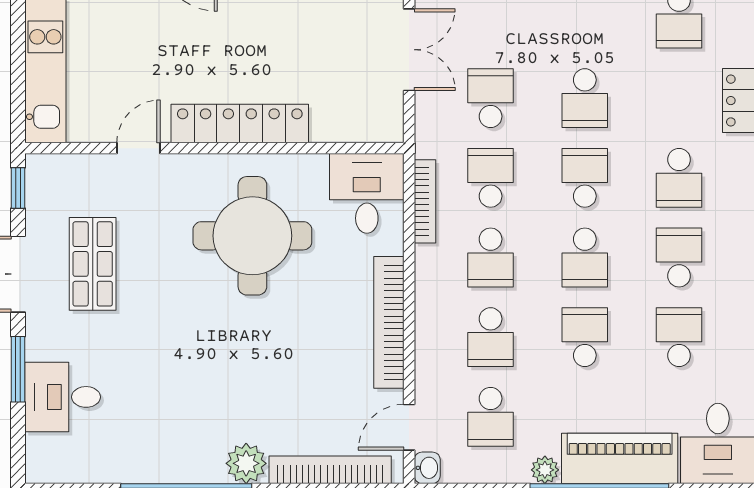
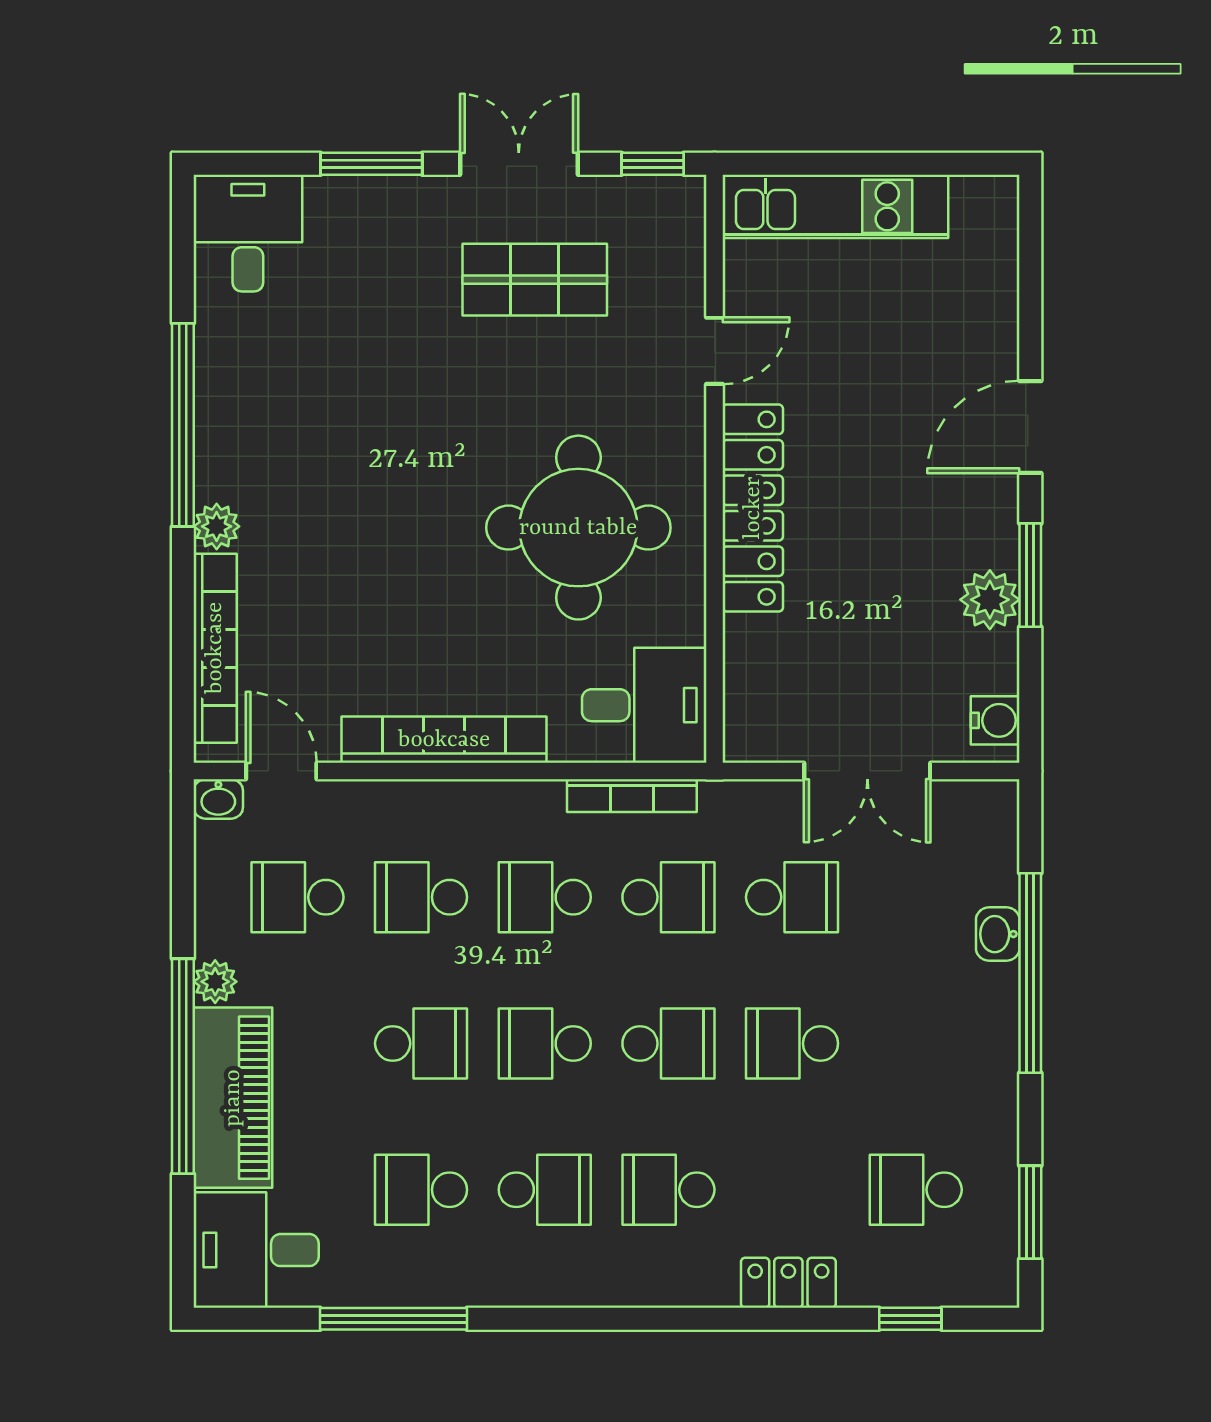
door: (138, 148) -> (715, 351), hinge flipped
school desk: (679, 337) -> (421, 1190), turned 180
desk: (63, 397) -> (248, 233), moved
plant: (246, 463) -> (217, 526), width x0.73, depth x0.73

